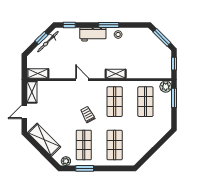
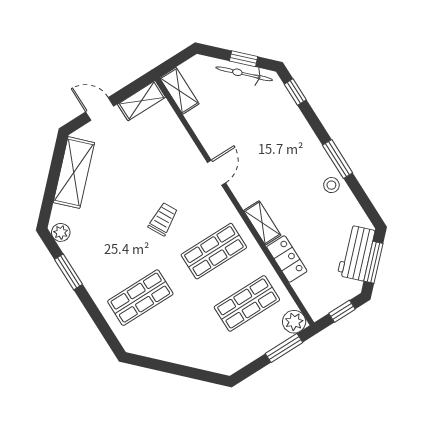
workbench: (93, 34) -> (356, 253), moved, turned 45
locker: (137, 73) -> (287, 259), added
shop shelf: (84, 145) -> (107, 245), removed

